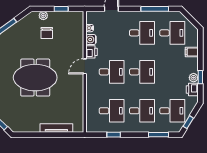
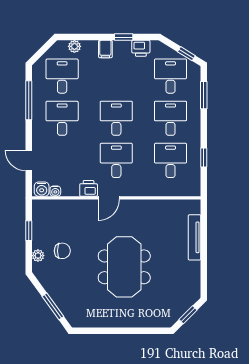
water cooler: (91, 40) -> (42, 189), moved
filing cabinet: (192, 52) -> (105, 49), moved
door: (85, 66) -> (109, 198), hinge flipped
plant: (194, 78) -> (74, 46), moved

